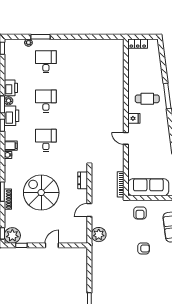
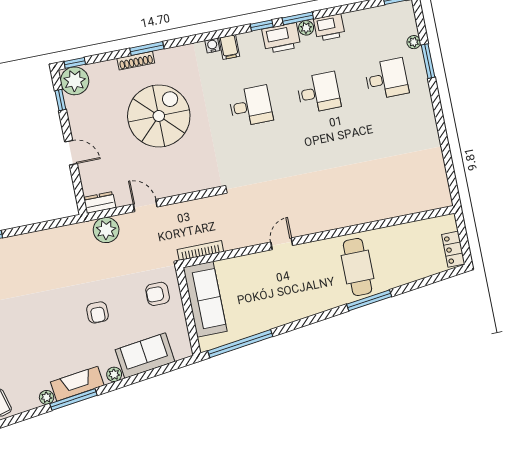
locker: (138, 44) -> (453, 249), moved
cafe table: (147, 99) -> (357, 267), width x1.37, depth x1.35
fridge: (134, 118) -> (319, 251), removed
dresser: (83, 180) -> (100, 202), moved

